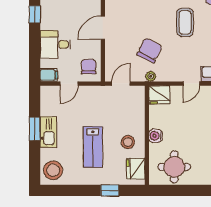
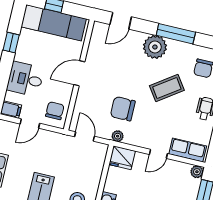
coffee table: (185, 22) -> (167, 88), turned 55
chair: (150, 50) -> (123, 109), turned -116
door: (121, 84) -> (85, 136), hinge flipped

